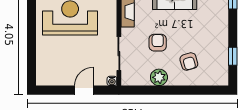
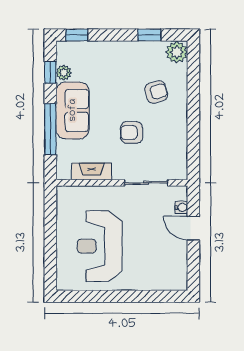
plant: (159, 77) -> (177, 52), moved
water cooler: (112, 81) -> (181, 207), moved

